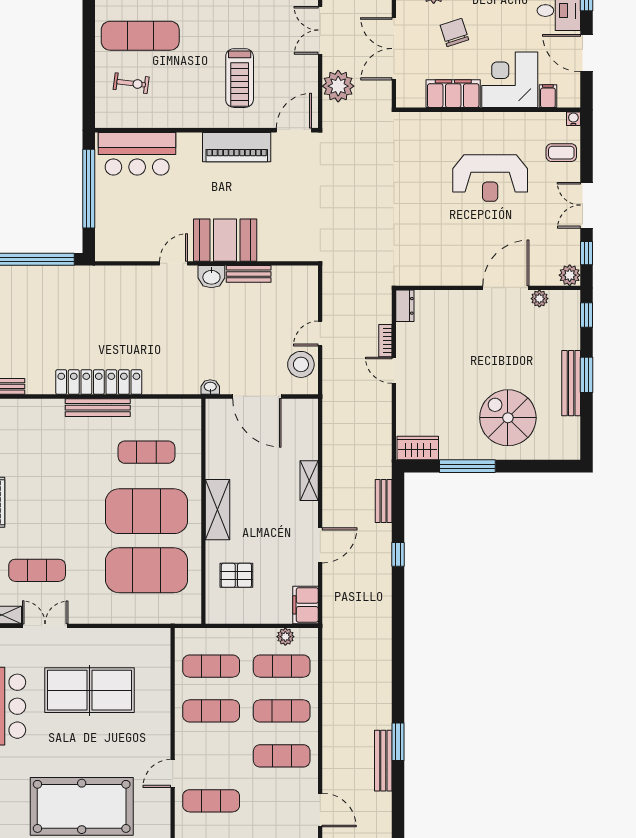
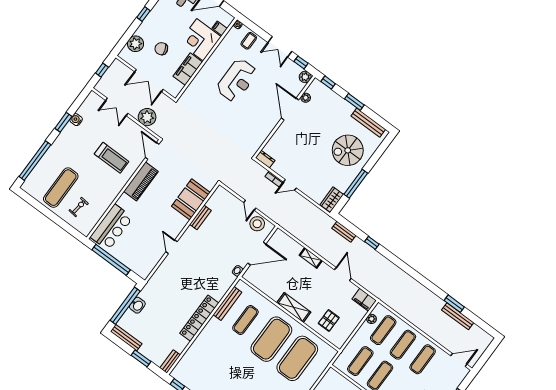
booth: (225, 240) -> (191, 199), moved
washbasin: (211, 277) -> (137, 305), moved
bench: (571, 383) -> (368, 123), moved
bench: (98, 408) -> (227, 303), moved

